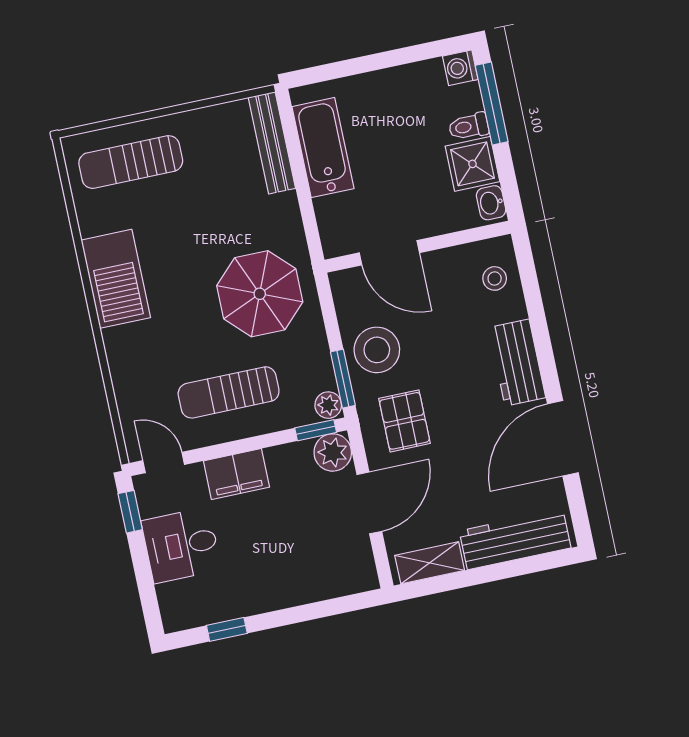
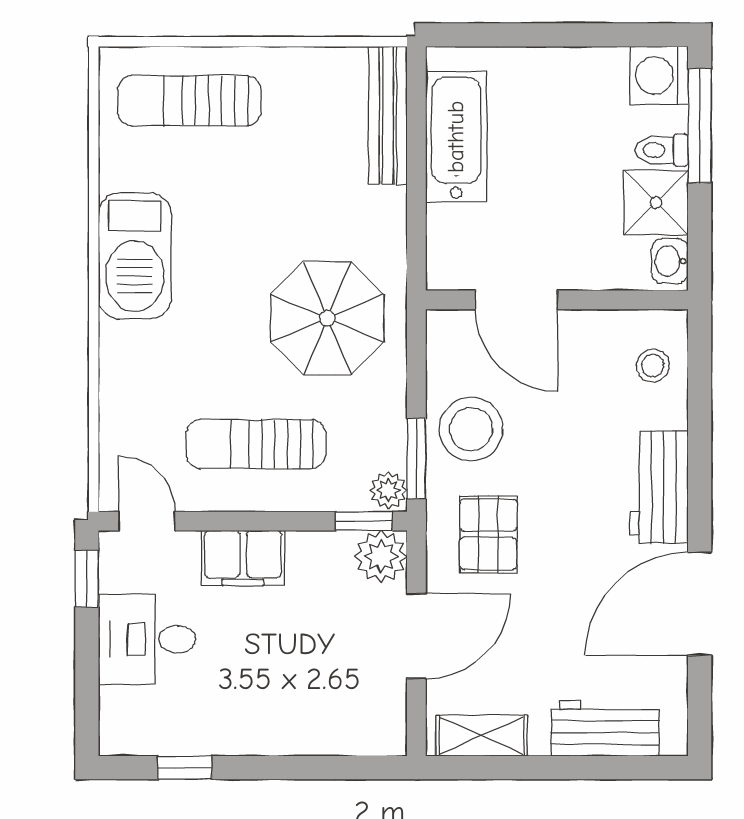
washing machine: (460, 68) -> (659, 76), width x1.38, depth x1.38
workbench: (515, 539) -> (605, 728), width x0.73

